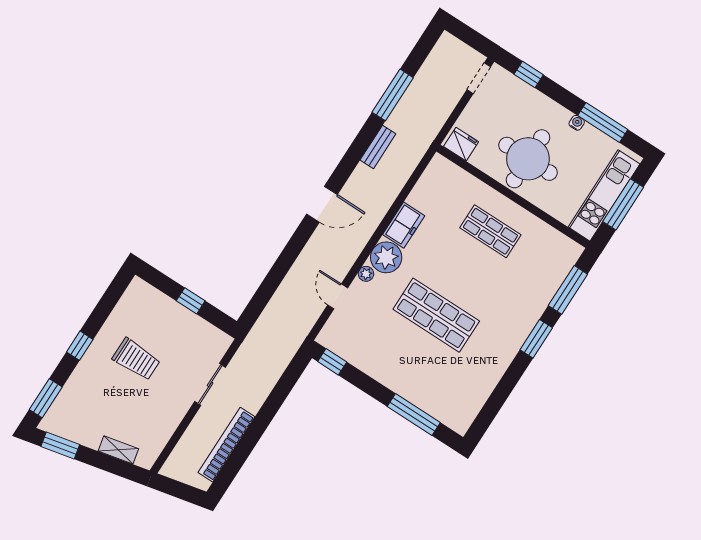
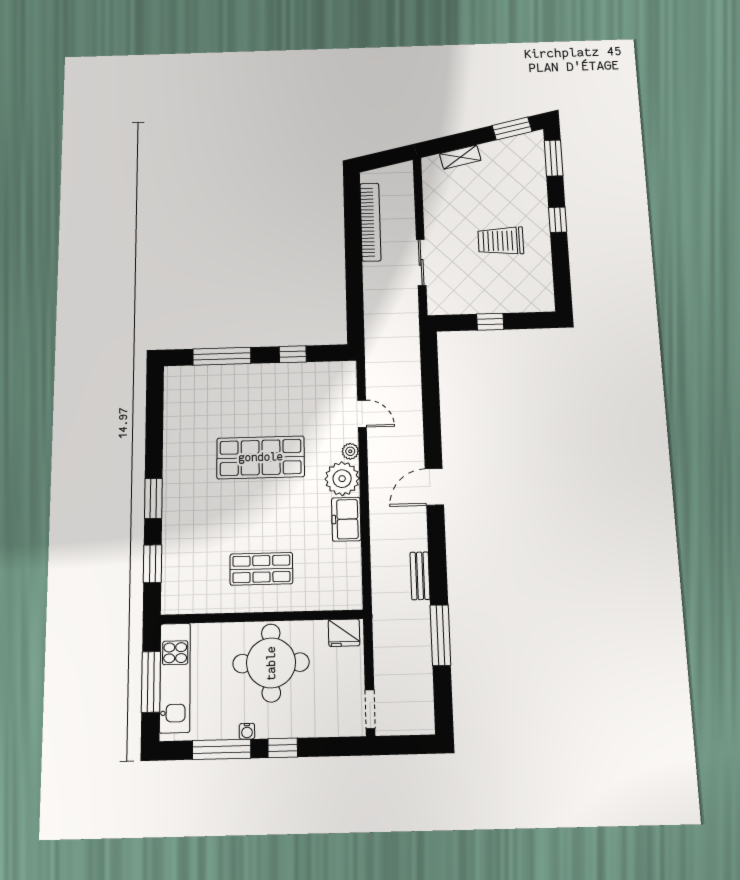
window: (529, 75) -> (283, 748), moved
window: (568, 290) -> (153, 564), width x0.69
window: (332, 362) -> (293, 354), moved

